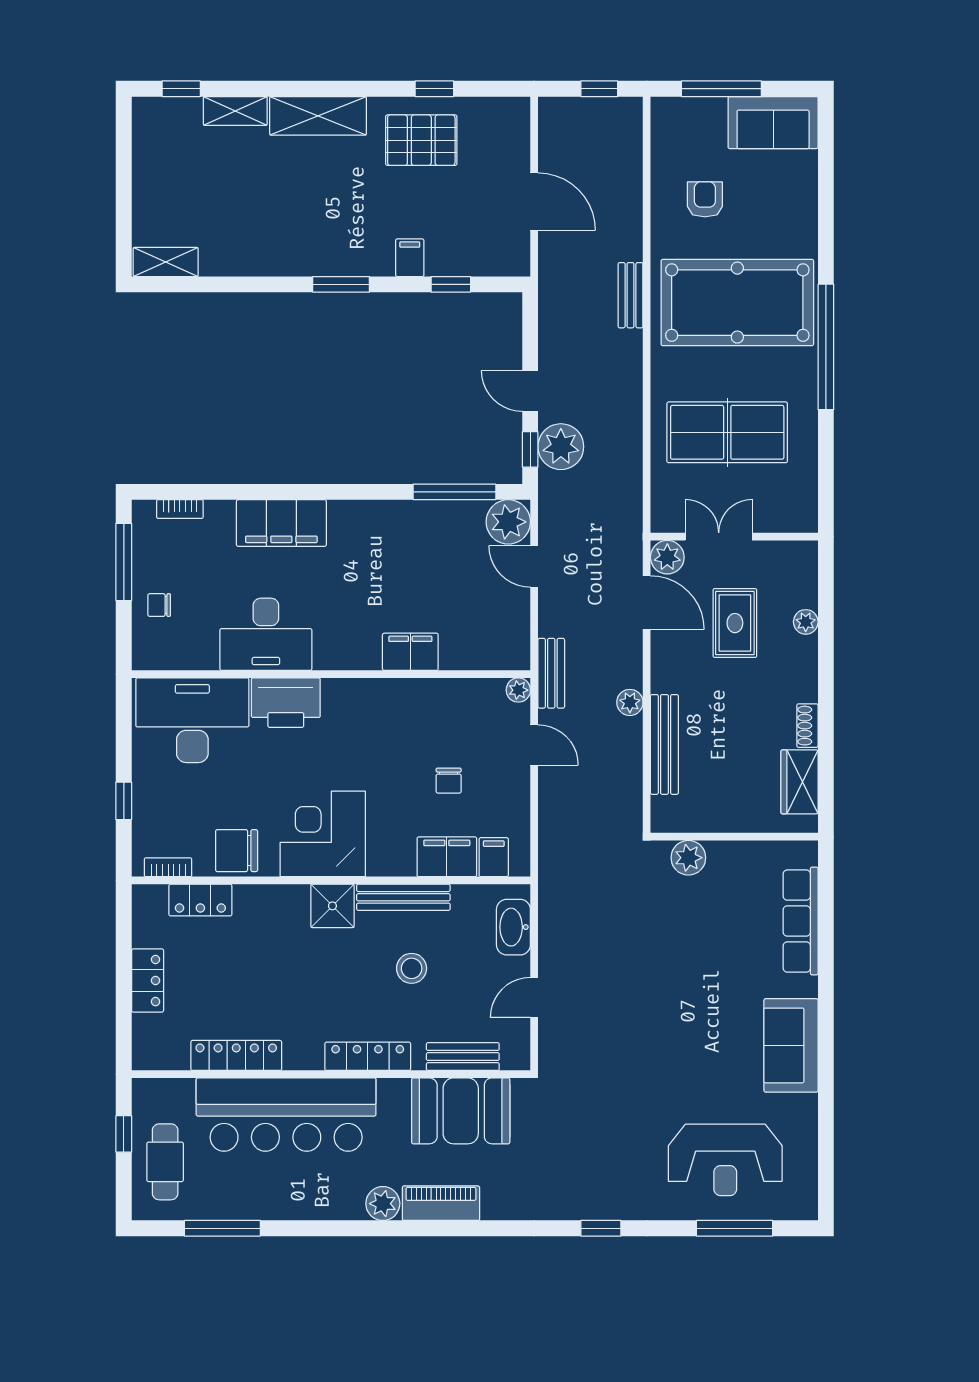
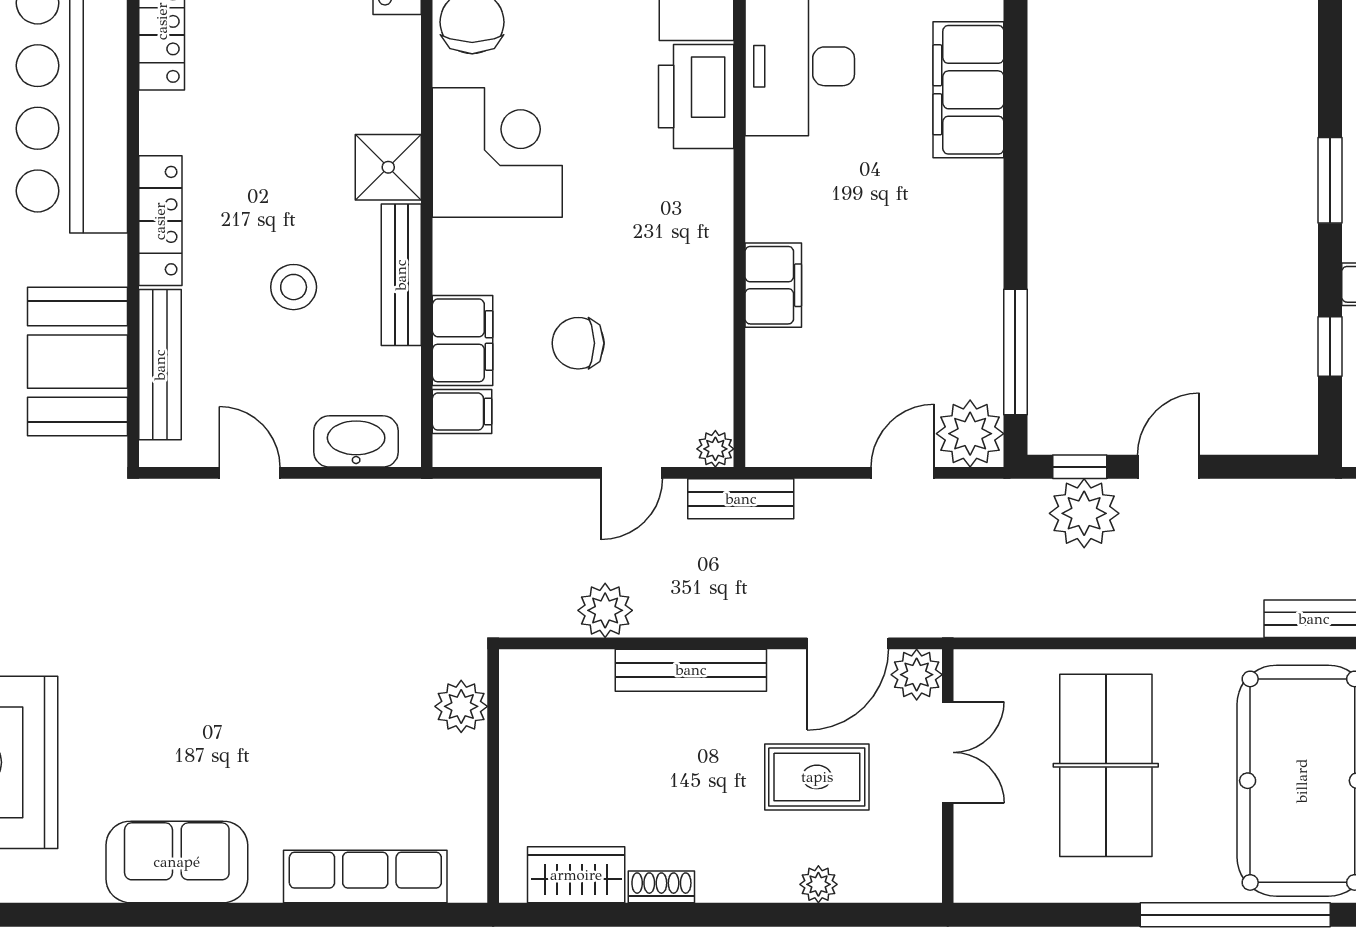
plant: (630, 702) -> (605, 610), moved, width x1.38, depth x1.38
bench: (664, 744) -> (691, 670), moved
chair: (449, 781) -> (578, 343), width x1.37, depth x1.37
bench: (463, 1057) -> (160, 365), width x1.36

